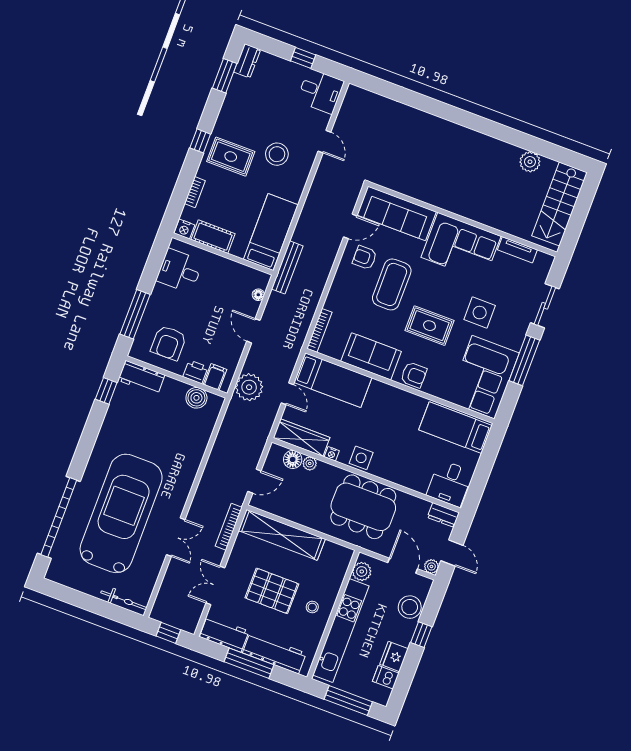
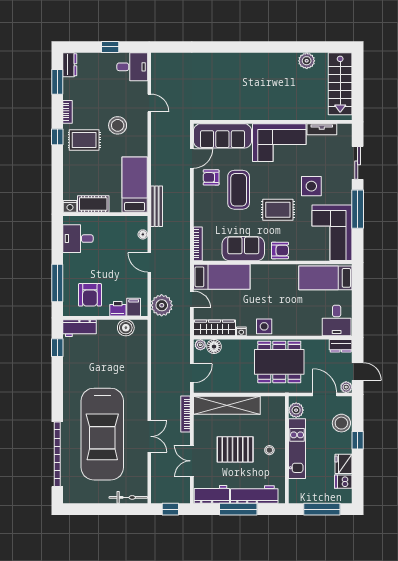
bookcase: (195, 192) -> (68, 112), moved
plant: (310, 463) -> (200, 345), moved
car: (121, 513) -> (102, 434), turned 180
kitchen unit: (341, 631) -> (297, 449), width x0.73

